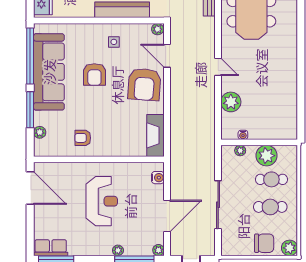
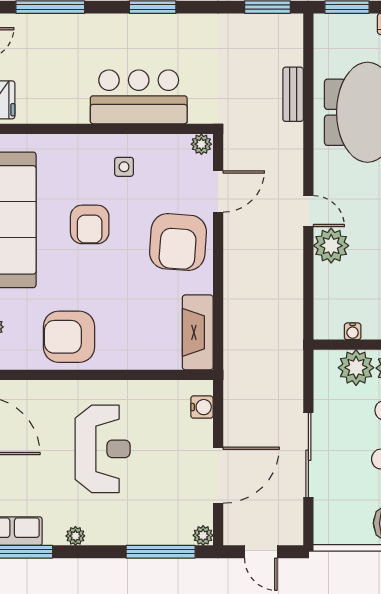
door: (167, 56) -> (218, 191), swing flipped
plant: (231, 102) -> (331, 246), moved
armchair: (83, 138) -> (69, 337), width x1.88, depth x1.88
plant: (240, 151) -> (356, 368), width x1.87, depth x1.87
plant: (118, 250) -> (75, 536), moved

